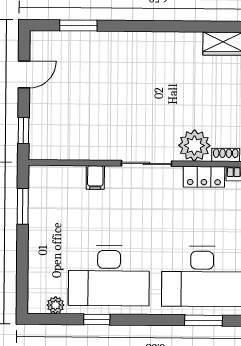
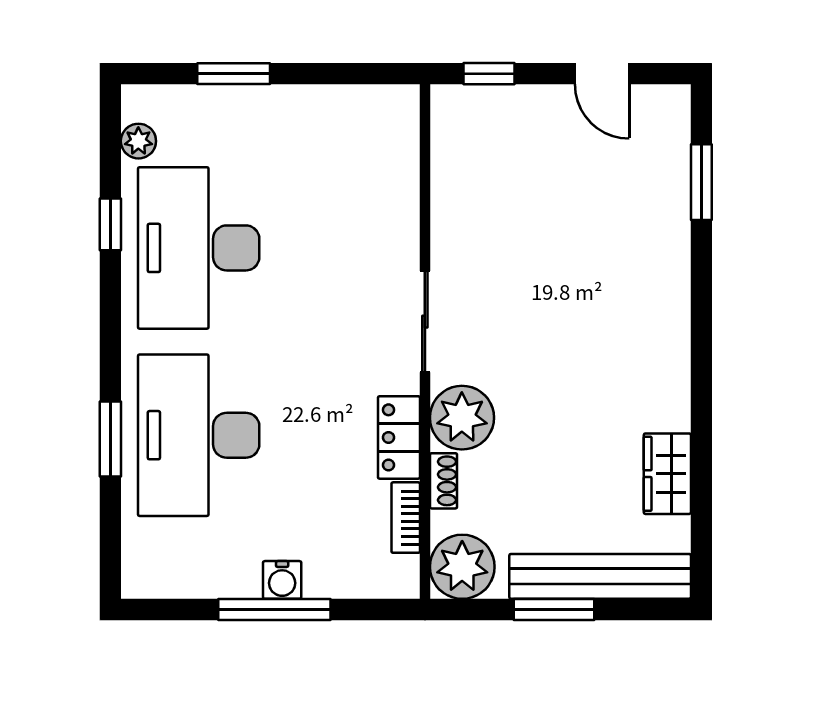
filing cabinet: (95, 177) -> (396, 219), removed
window: (23, 206) -> (234, 74), moved

